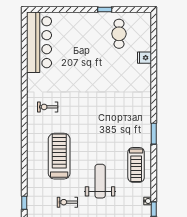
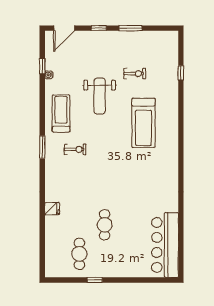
fridge: (144, 58) -> (52, 209), moved
cafe table: (95, 61) -> (105, 225), added
exercise bike: (48, 107) -> (75, 149), moved

